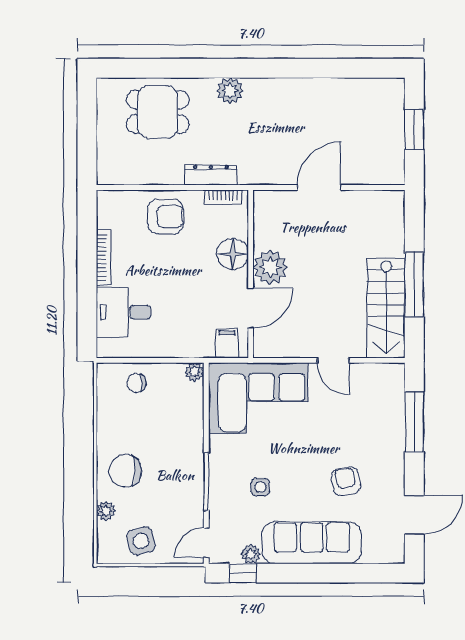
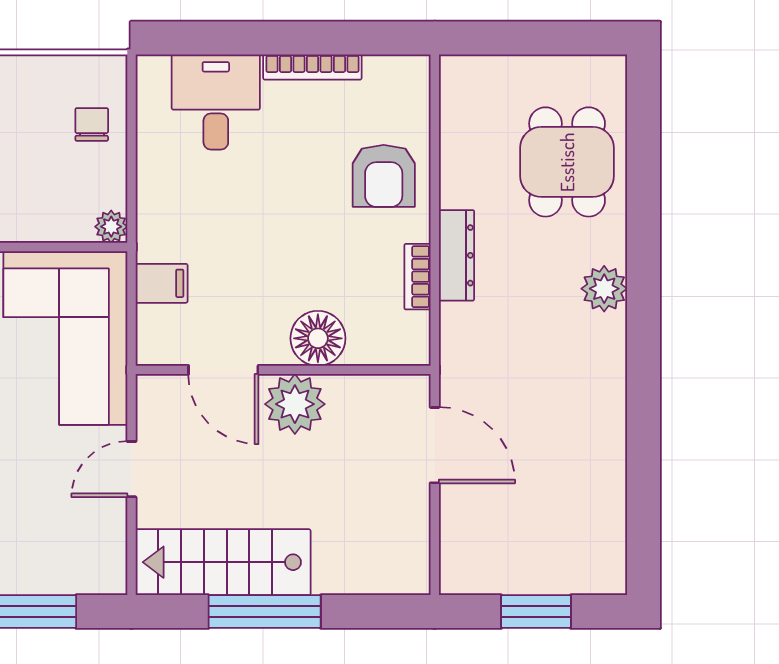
floor lamp: (233, 254) -> (318, 338), moved
plant: (270, 267) -> (295, 404), moved
wall: (251, 274) -> (283, 370), moved
door: (251, 308) -> (223, 370), moved

